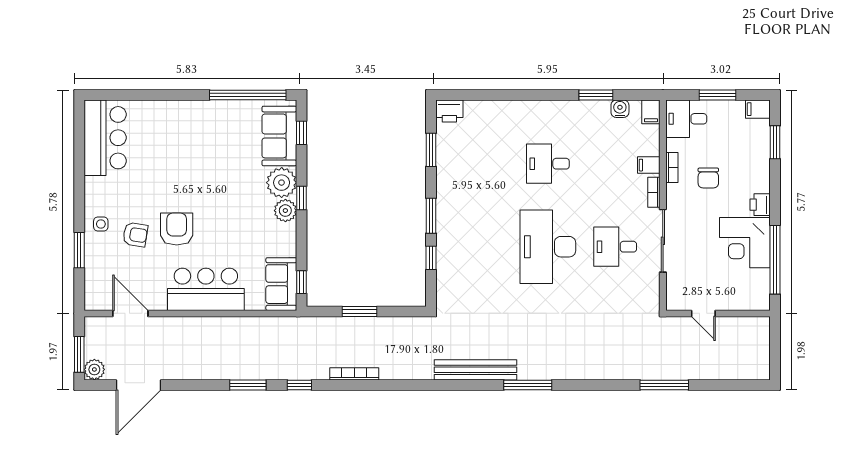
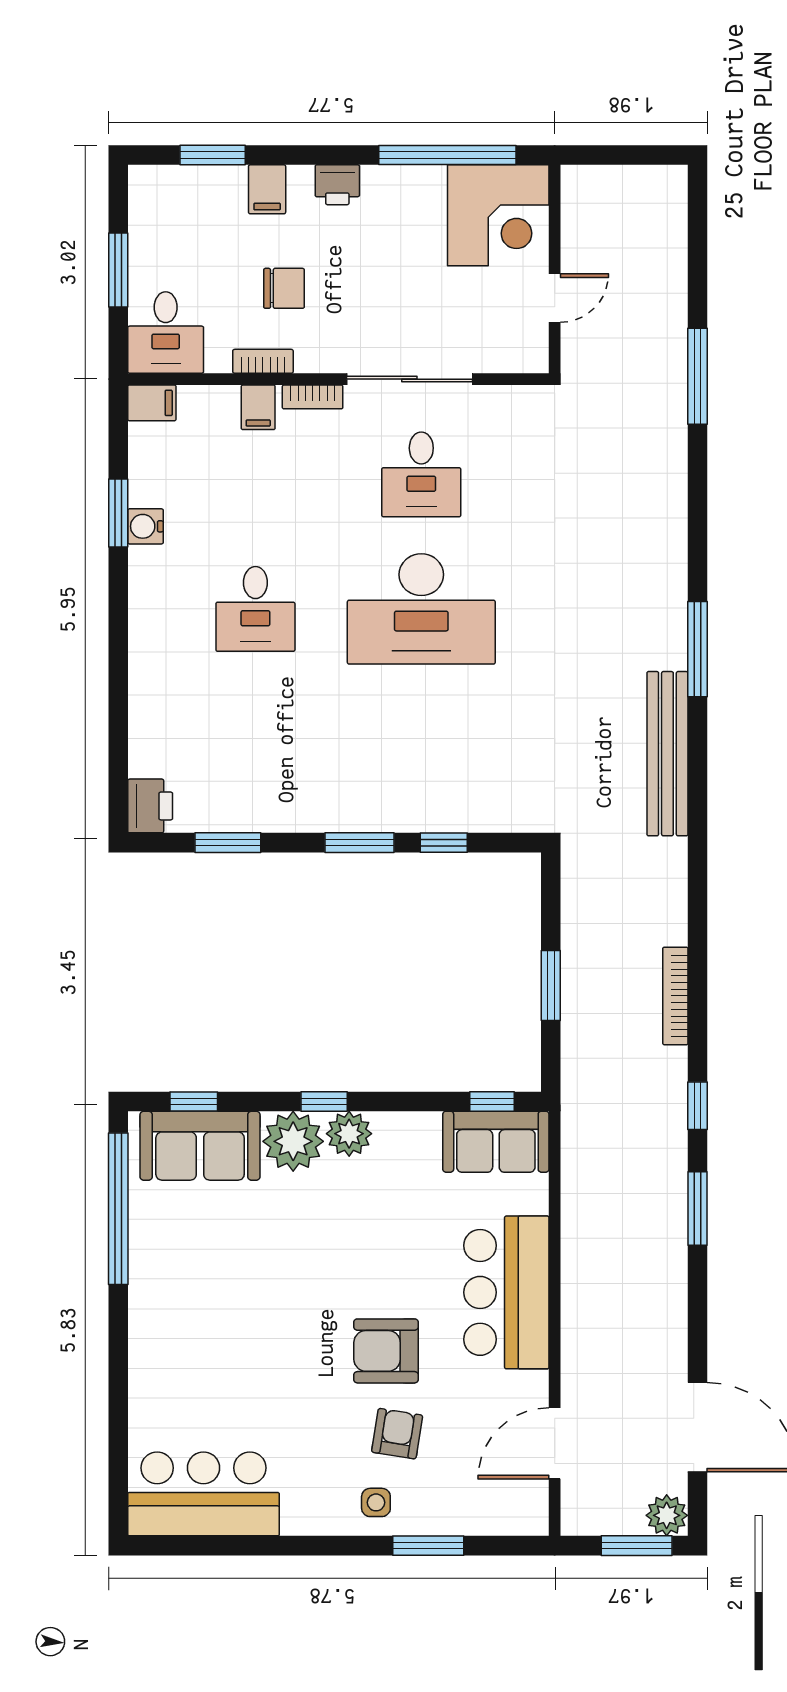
water cooler: (620, 109) -> (145, 526), moved
filing cabinet: (758, 109) -> (267, 189), moved
corner desk: (745, 243) -> (498, 215), moved

